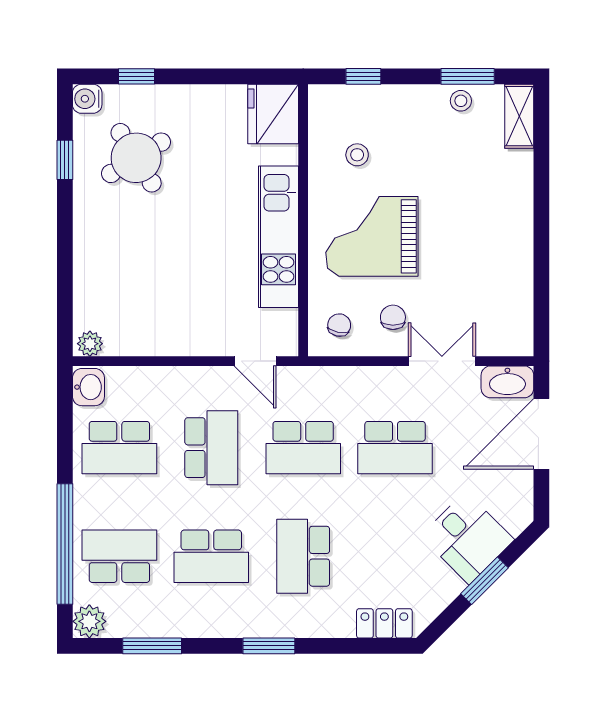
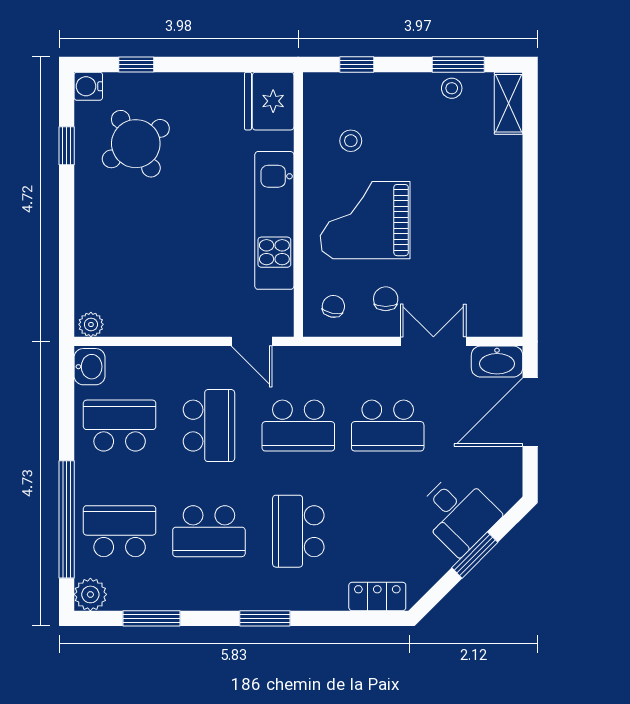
school desk: (119, 448) -> (120, 426), turned 180

